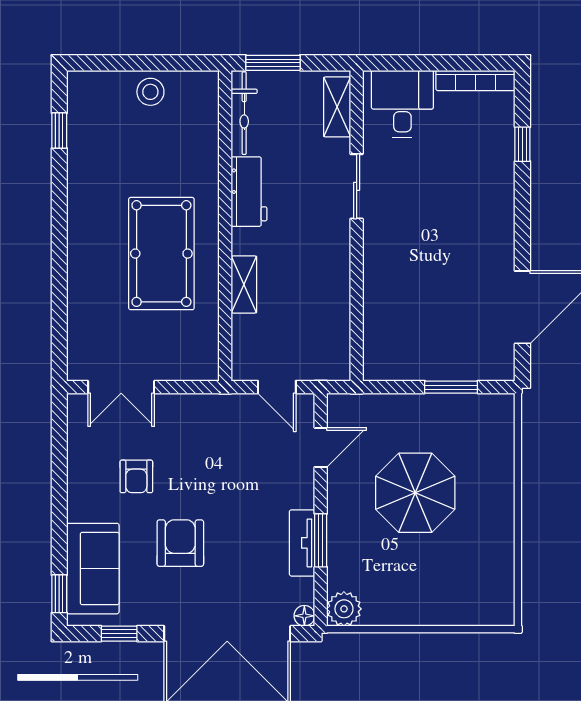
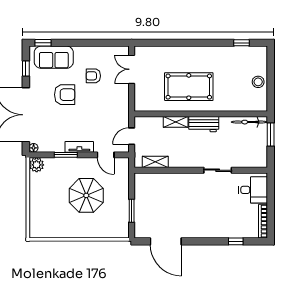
shelving: (337, 107) -> (155, 162), moved
workbench: (249, 192) -> (204, 124), moved
tv unit: (302, 543) -> (79, 147), moved

